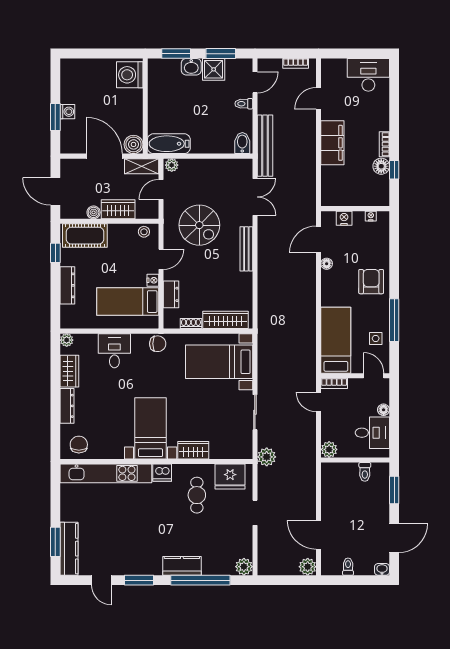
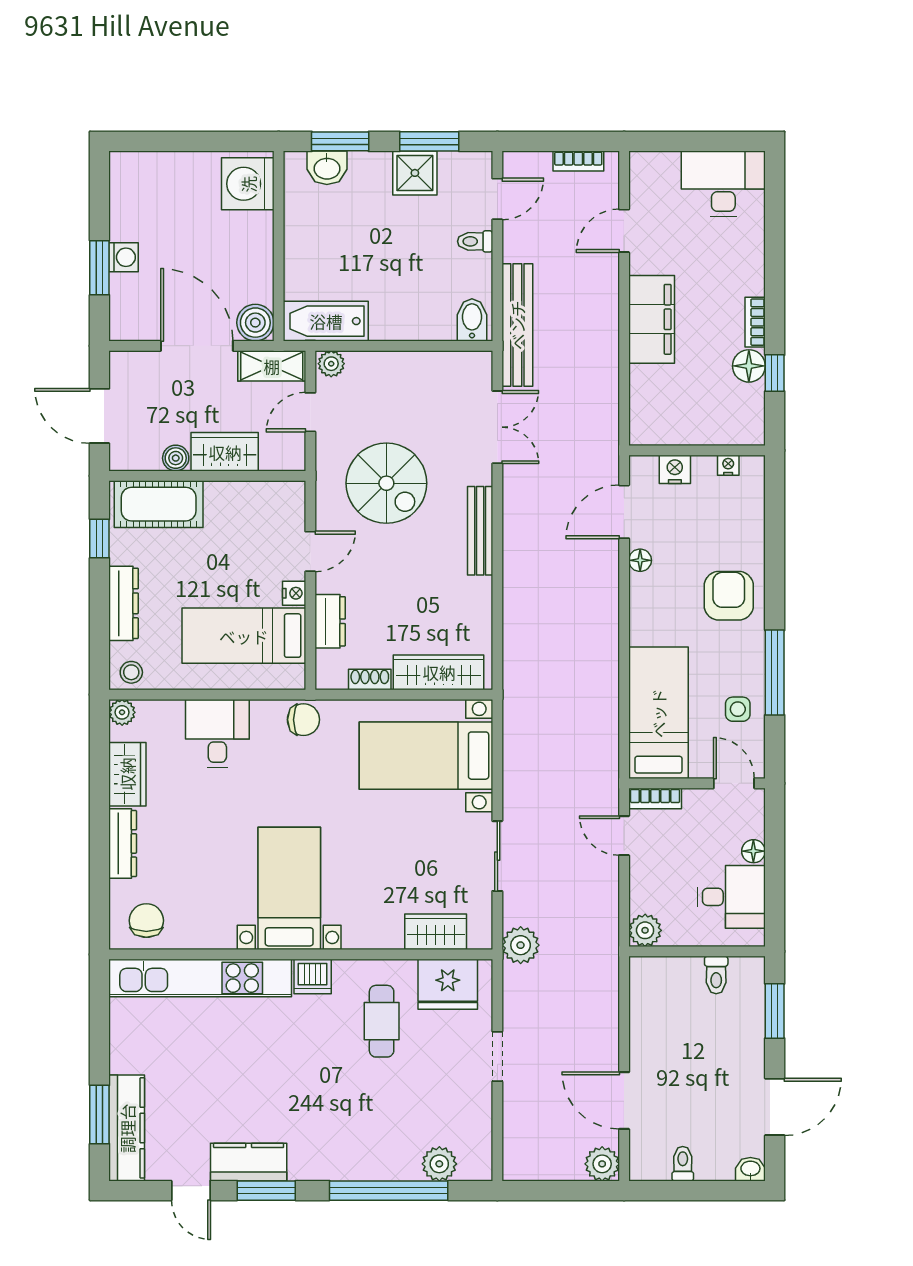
washbasin: (191, 67) -> (327, 168), moved
stool: (144, 232) -> (131, 672), moved
wardrobe: (193, 450) -> (436, 932), moved
kitchen counter: (182, 566) -> (249, 1162), moved
plant: (244, 567) -> (439, 1164), moved

